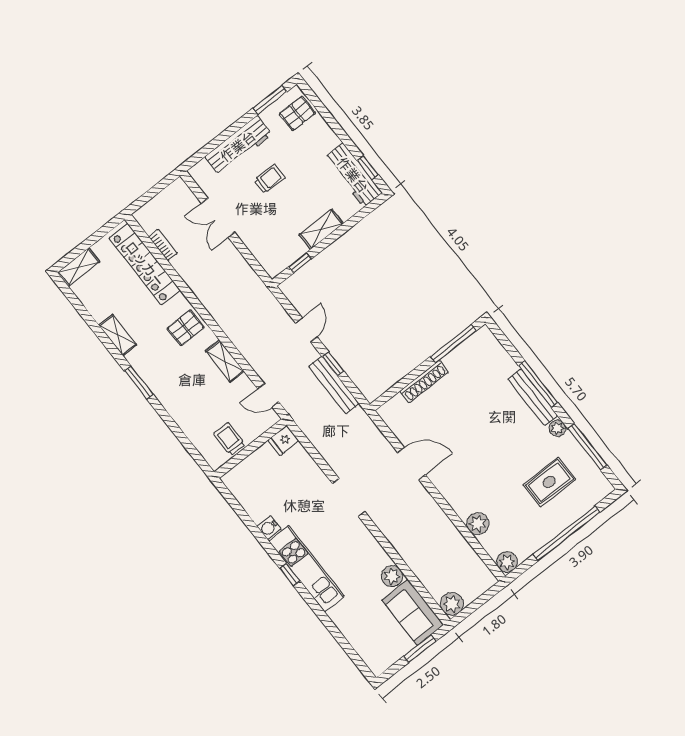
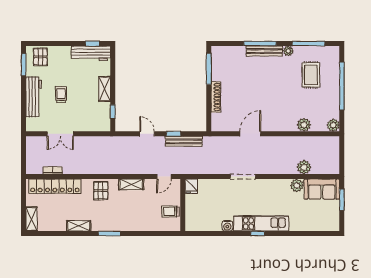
plant: (452, 604) -> (304, 167), moved

